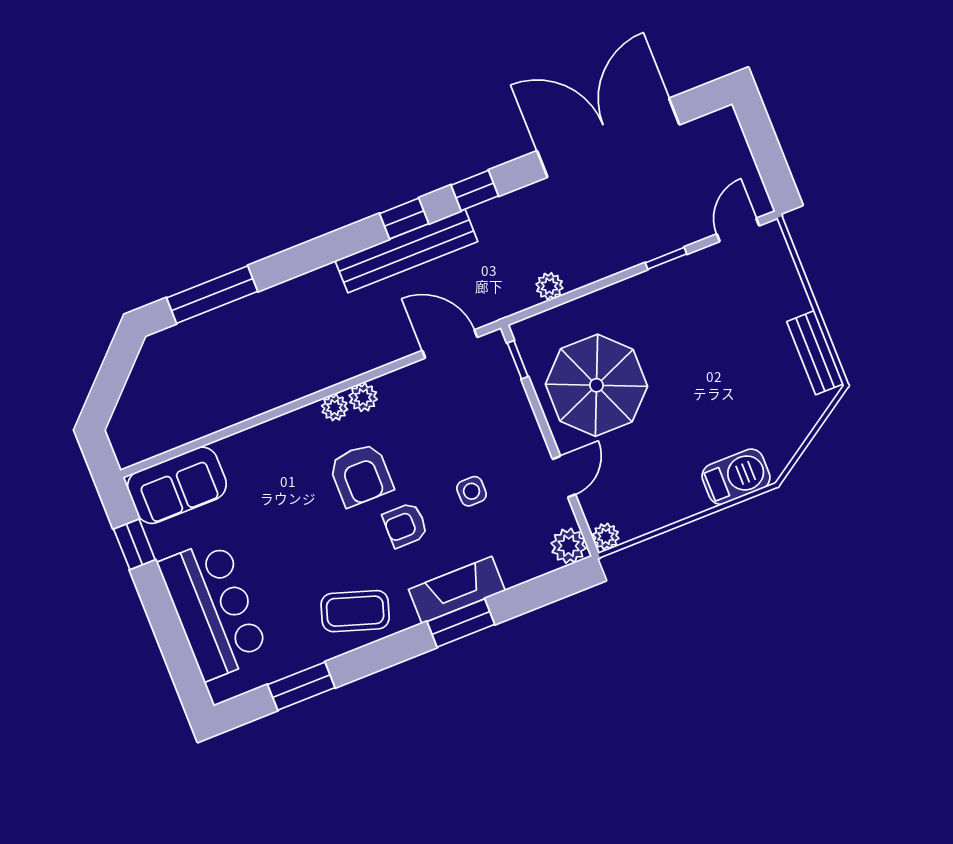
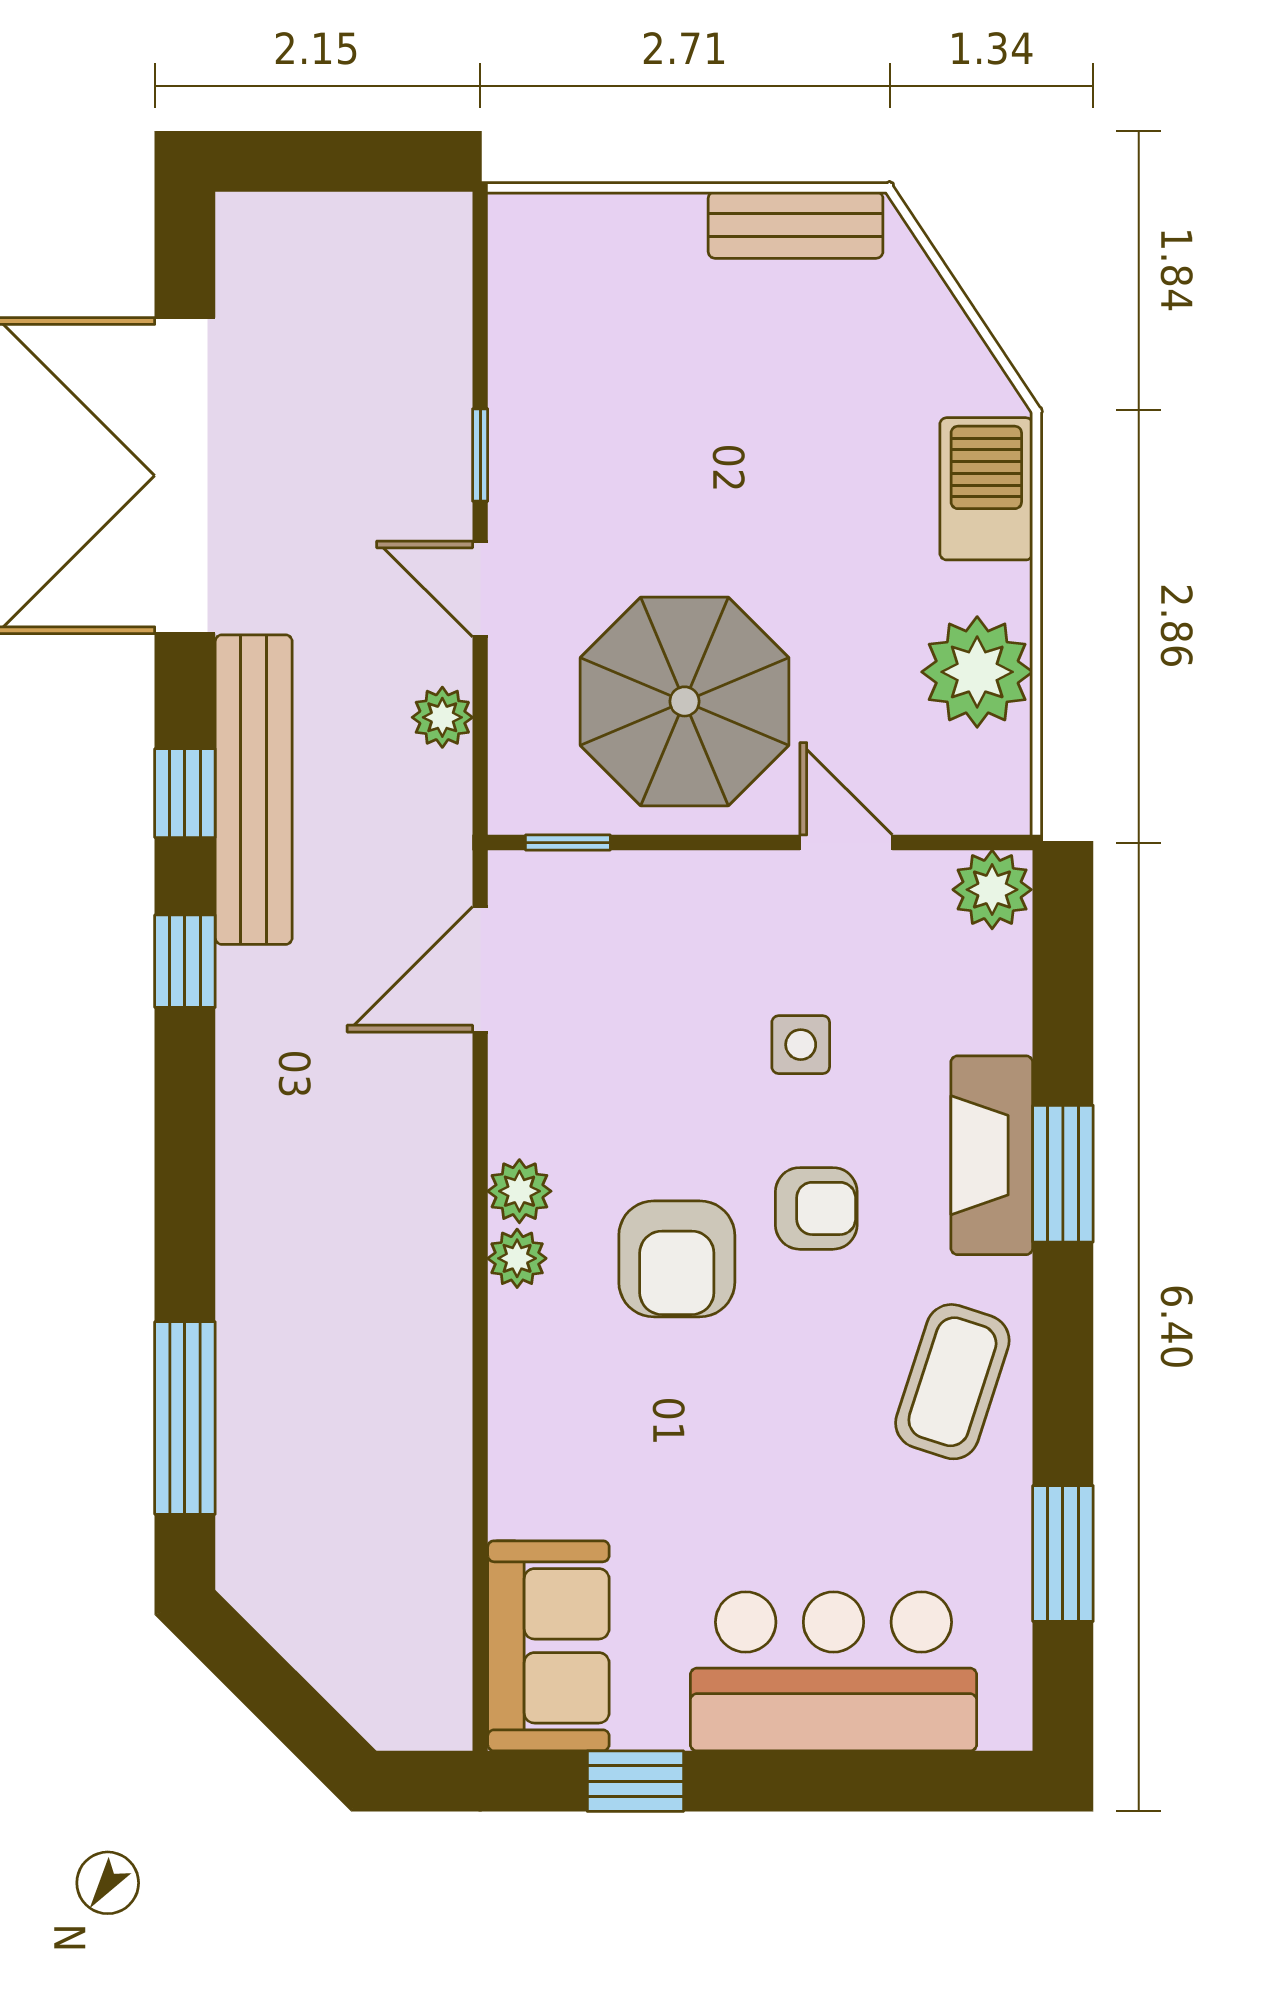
door: (738, 230) -> (480, 589), moved
bench: (406, 251) -> (254, 790), moved
armchair: (361, 475) -> (677, 1259), turned 90
armchair: (405, 525) -> (816, 1208), turned -90
plant: (606, 536) -> (977, 672), moved, width x1.88, depth x1.88

